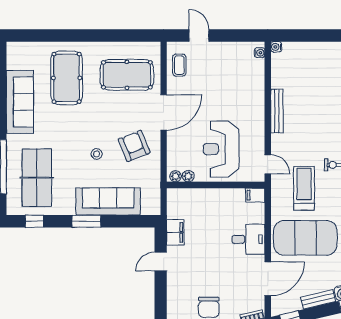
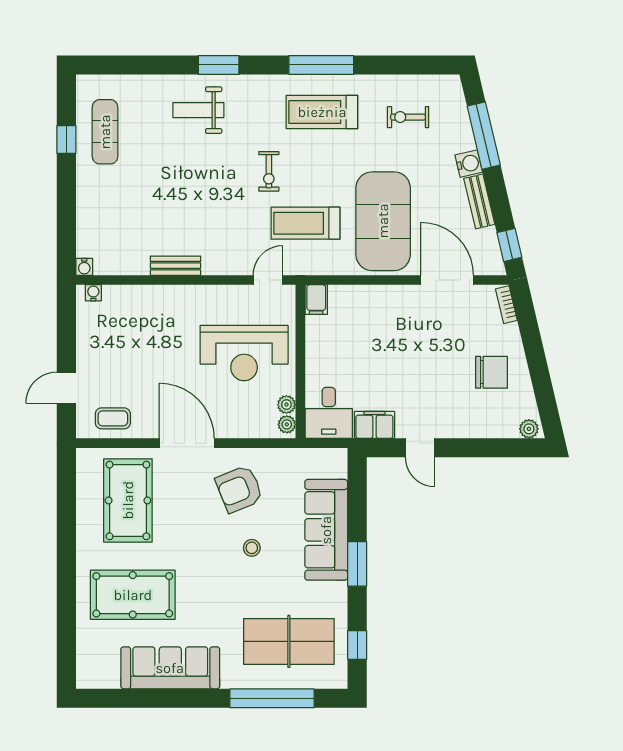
bench: (277, 111) -> (176, 266), width x0.73
desk: (248, 239) -> (329, 413), moved, turned 180

